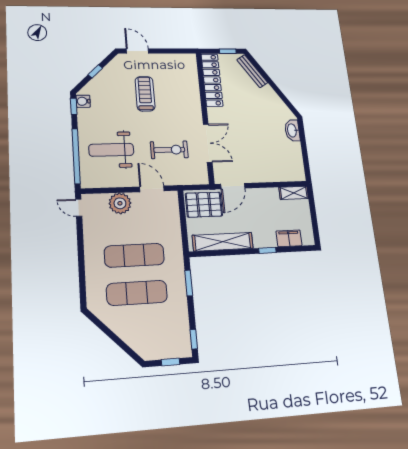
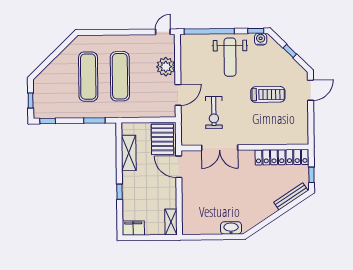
weight bench: (111, 150) -> (230, 57), moved, turned 180
filing cabinet: (289, 238) -> (133, 228), moved, turned -90
shelving: (223, 242) -> (129, 153), width x0.68

